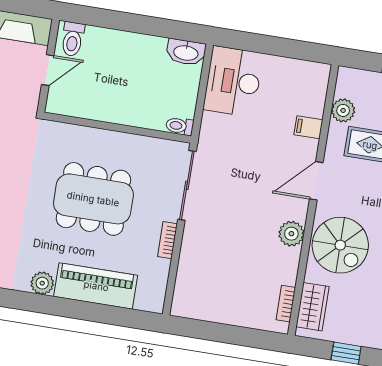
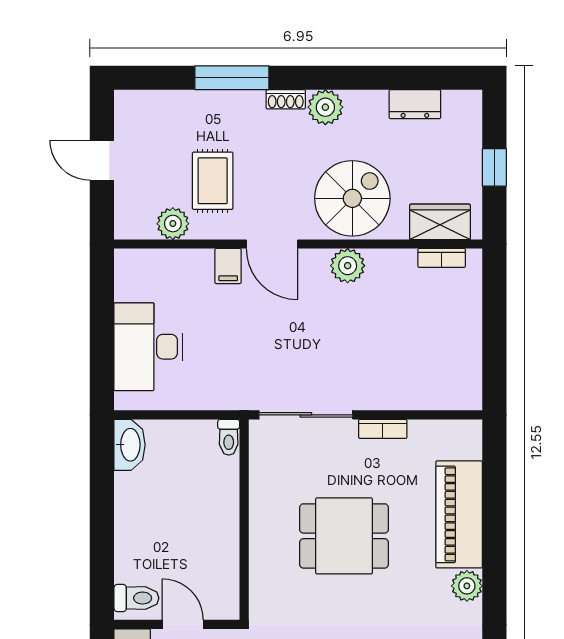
desk: (233, 81) -> (148, 347), moved, turned 90
filing cabinet: (308, 127) -> (228, 266), moved
dining table: (93, 199) -> (344, 536), width x0.73

